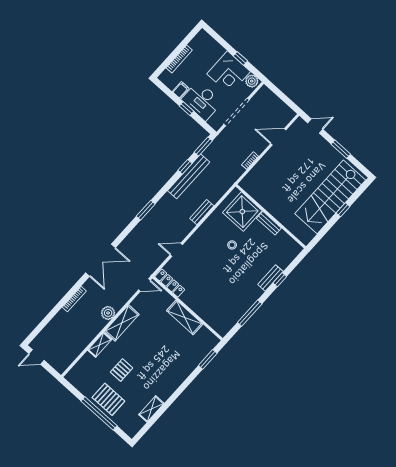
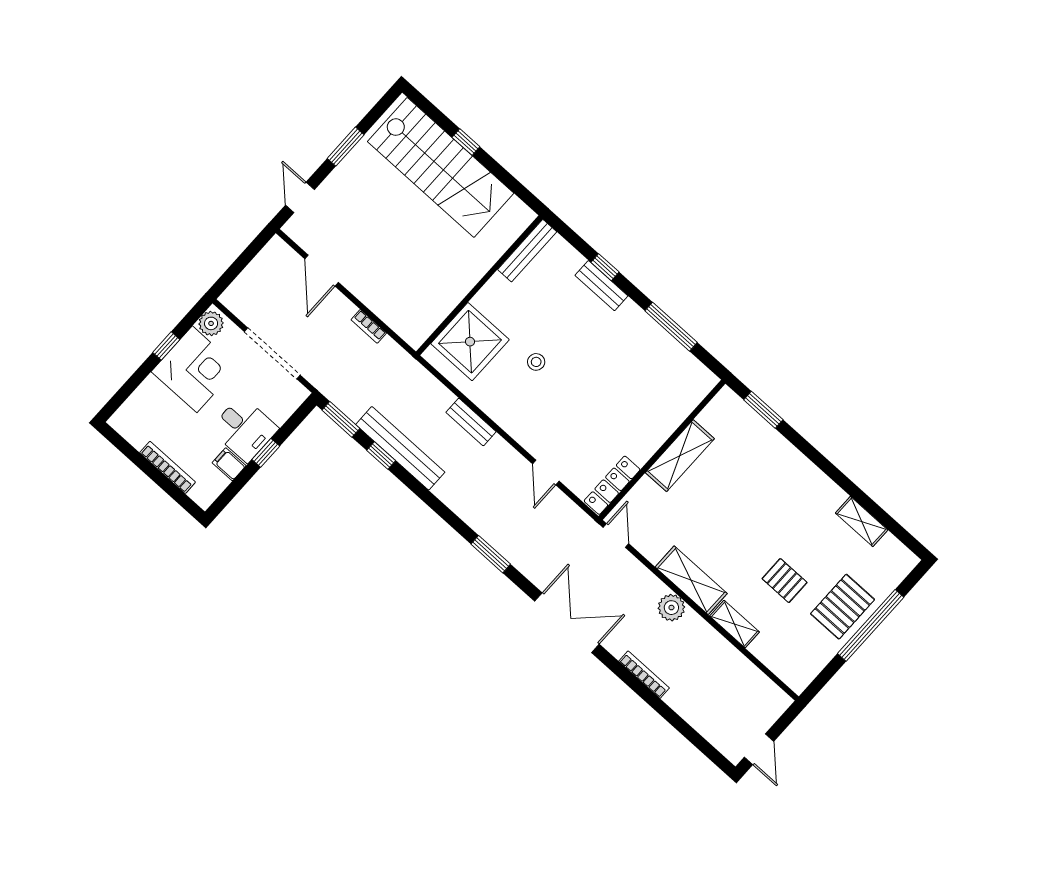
desk: (202, 101) -> (244, 429), width x0.73
window: (146, 210) -> (491, 554), moved
bench: (269, 223) -> (527, 251), moved, width x1.36

